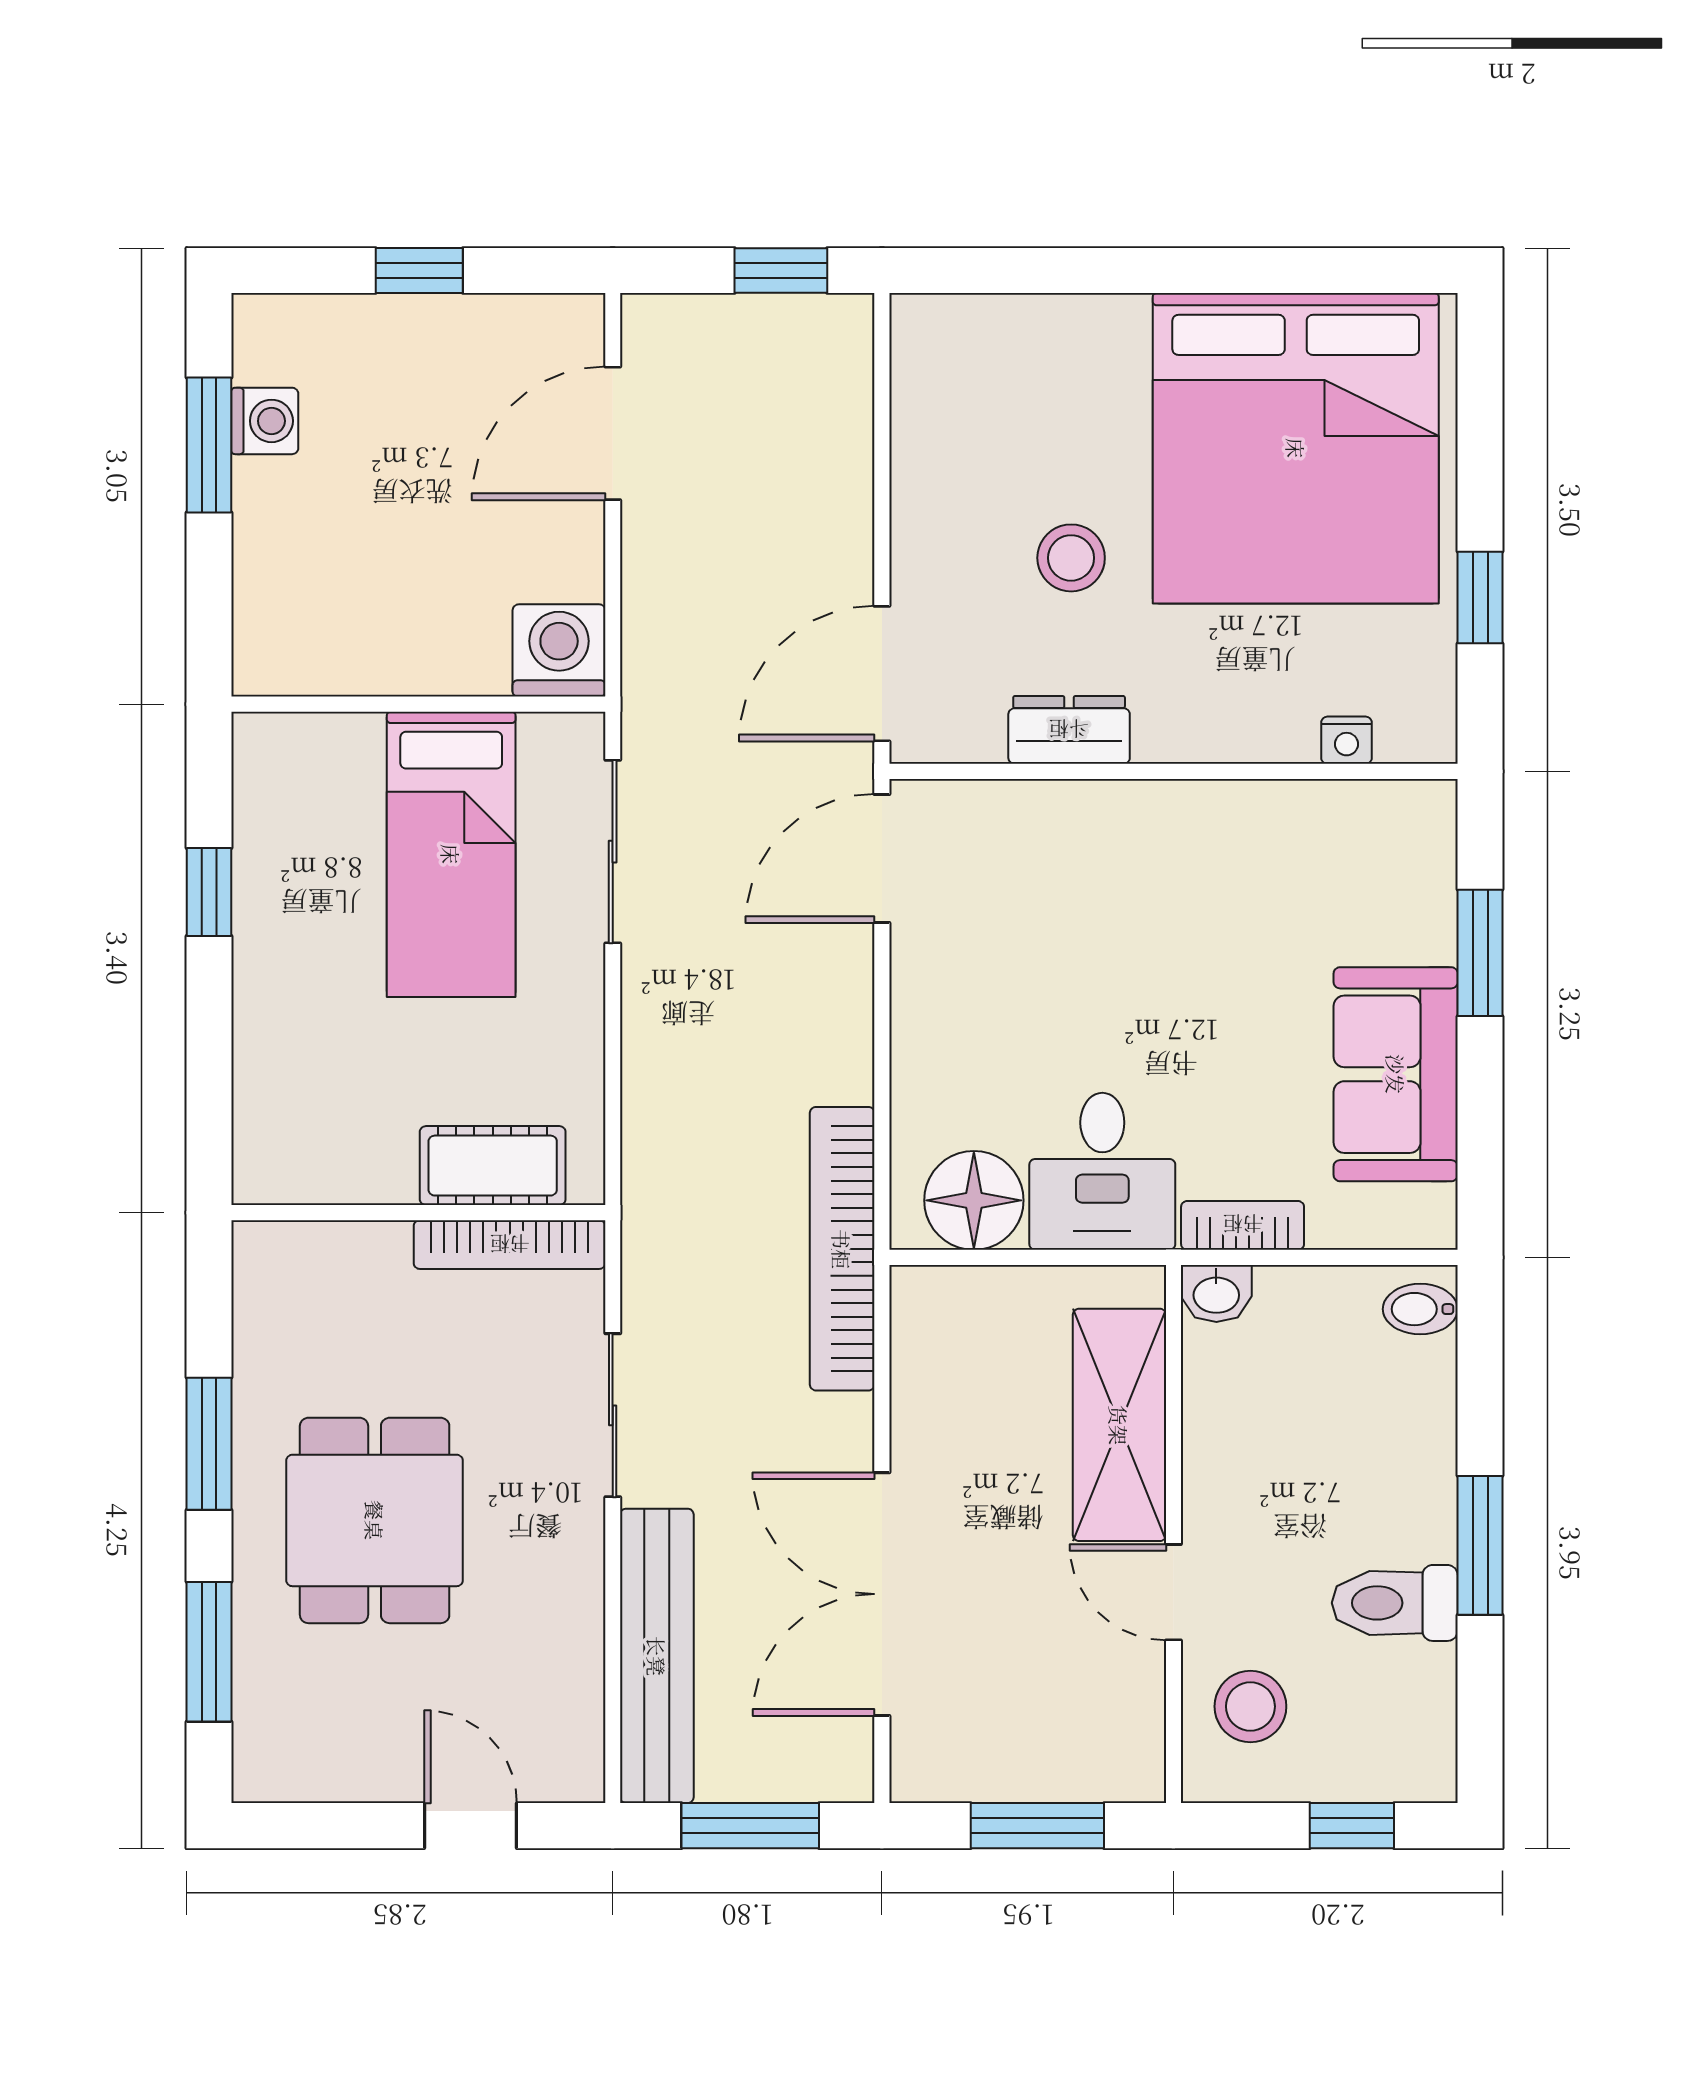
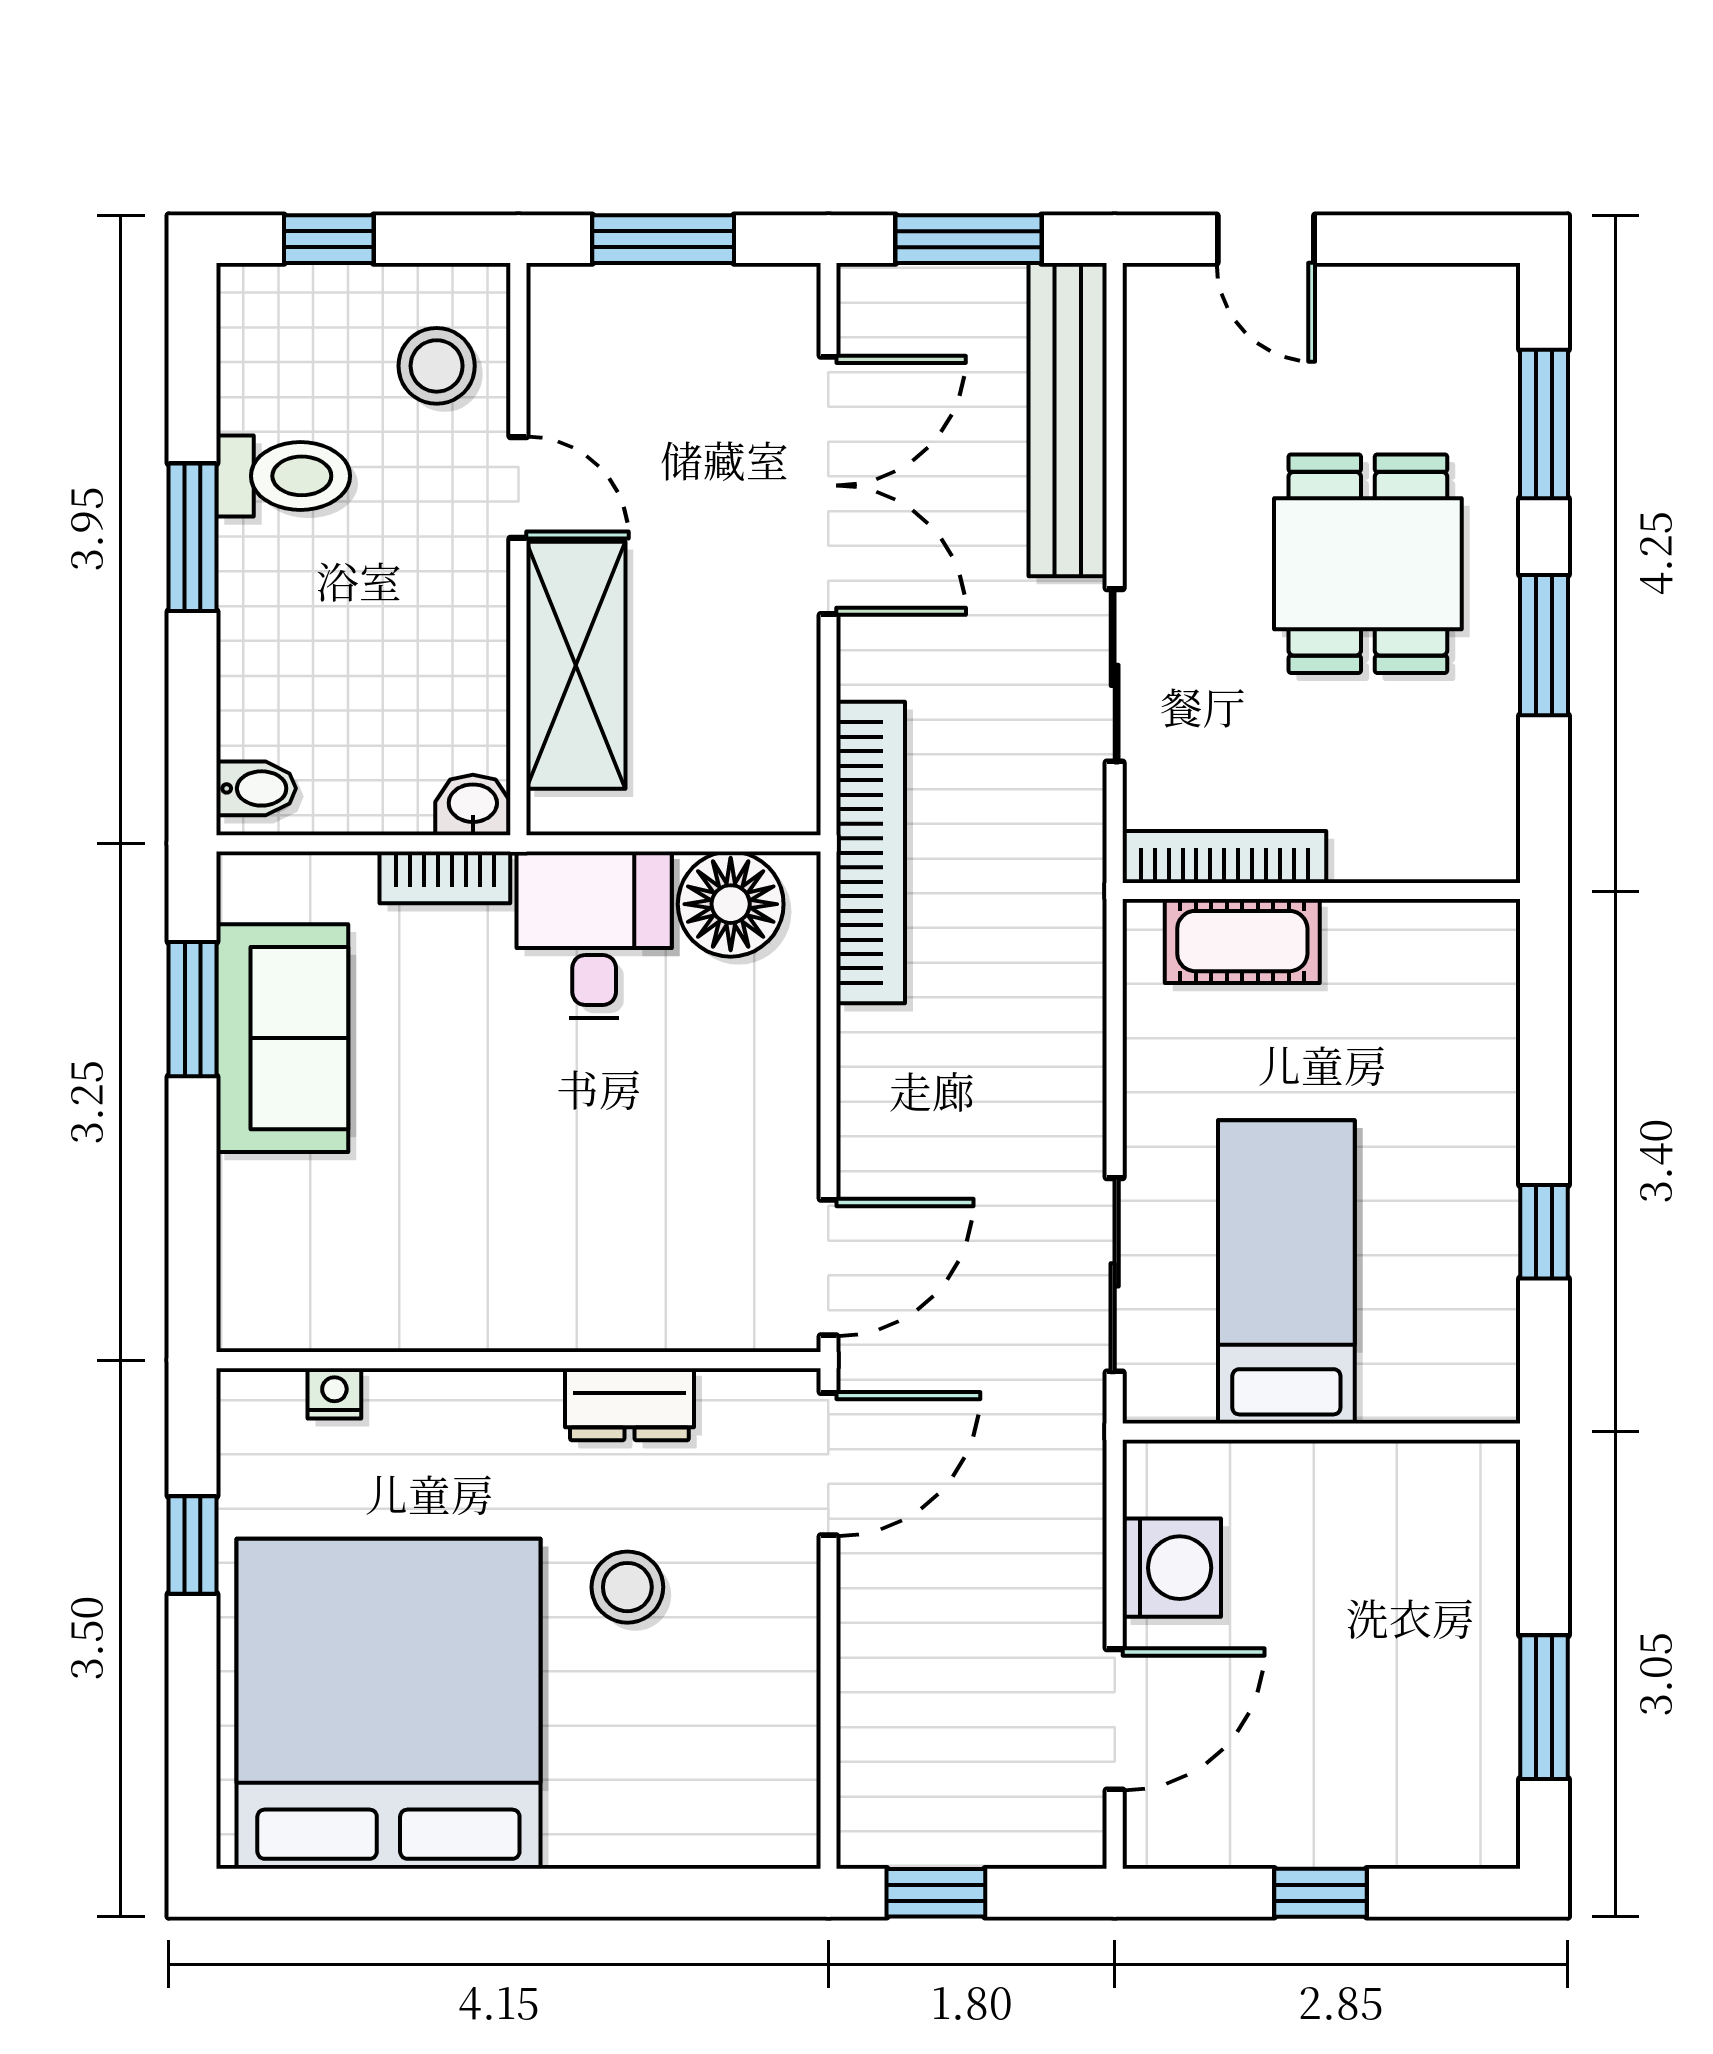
washing machine: (265, 421) -> (1485, 1733), removed
washing machine: (559, 650) -> (1172, 1568), moved, turned -90
window: (1480, 953) -> (192, 1009), moved

